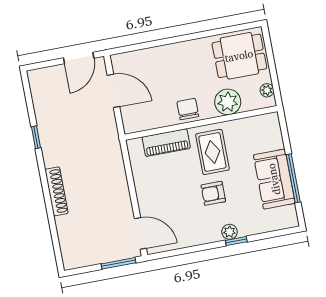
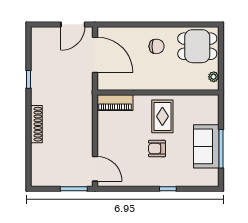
door: (113, 91) -> (95, 55), width x1.36
plant: (228, 102) -> (182, 80), removed
chair: (188, 109) -> (157, 46), moved, turned 90
piano: (166, 143) -> (115, 103), moved
plant: (229, 232) -> (164, 181), removed

